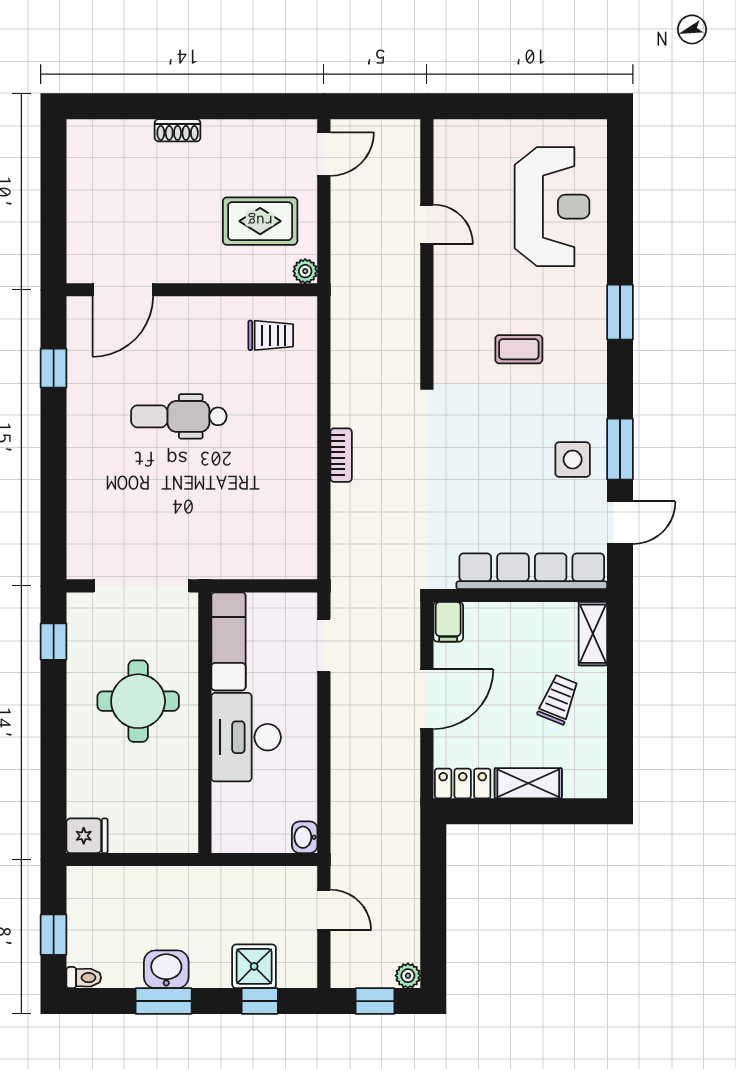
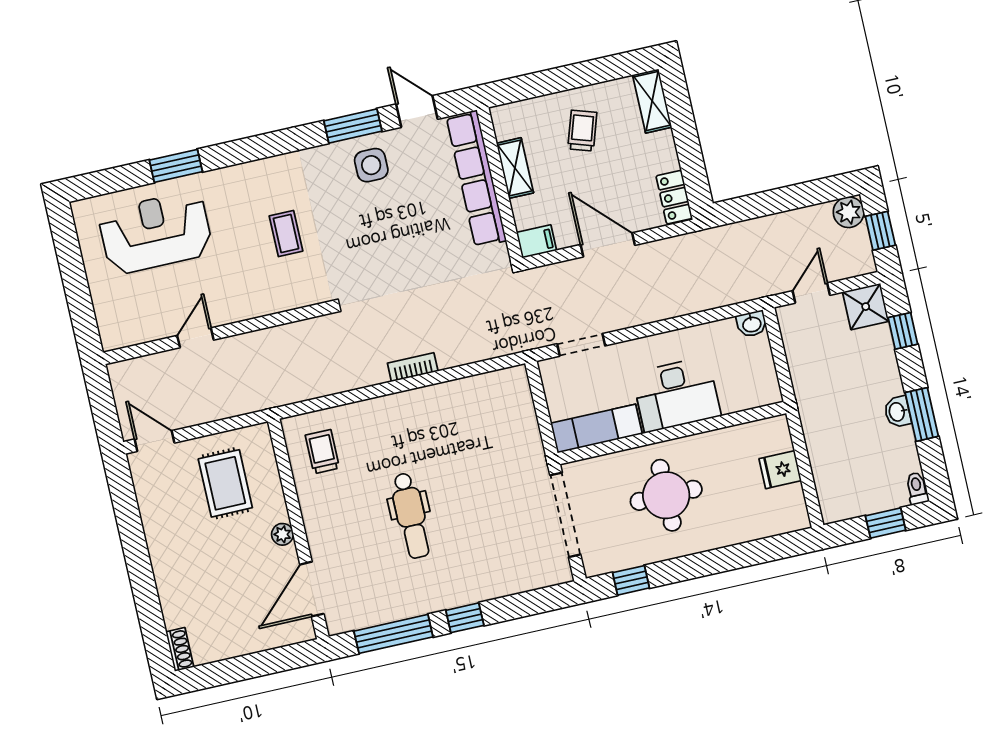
shoe rack: (178, 130) -> (180, 649), moved
plant: (305, 271) -> (282, 534), moved
door: (123, 290) -> (312, 589), swing flipped
window: (620, 312) -> (176, 166), moved
window: (54, 368) -> (393, 634), width x2.17
window: (54, 450) -> (465, 618), added
shelving: (593, 634) -> (515, 168), moved, turned 90
trolley: (558, 699) -> (582, 131), turned 86
shelving: (528, 783) -> (652, 101), moved
fridge: (87, 836) -> (780, 470), moved, turned -90
shower: (254, 966) -> (866, 307), moved
washbasin: (166, 969) -> (897, 412), width x0.72, depth x0.69
plant: (408, 976) -> (849, 212), width x1.38, depth x1.38

